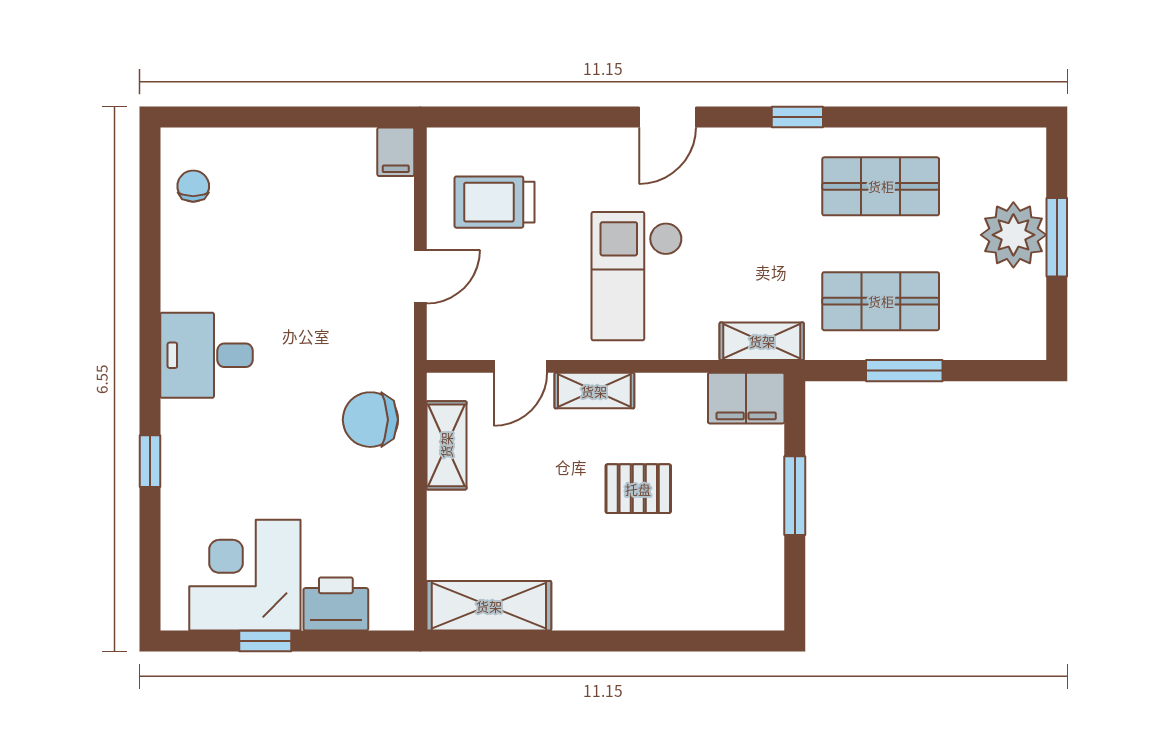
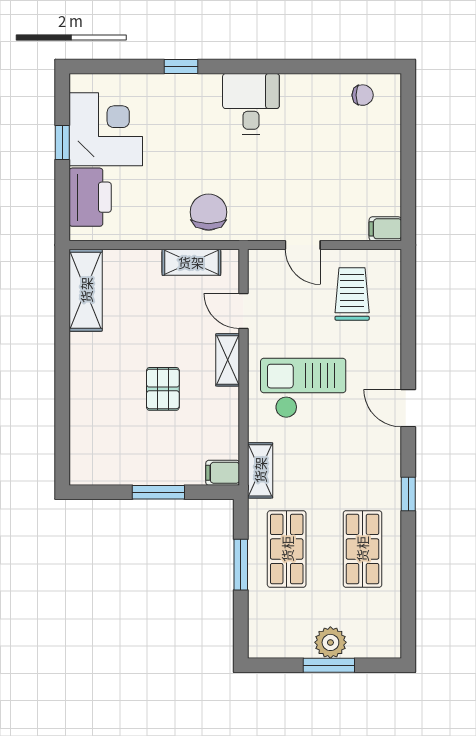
plant: (1013, 235) -> (330, 642), width x0.73, depth x0.73
filing cabinet: (746, 398) -> (223, 473), width x0.50
printer: (336, 604) -> (90, 197), width x1.37, depth x1.19

